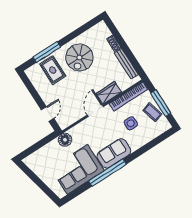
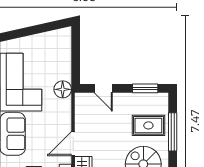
window: (30, 88) -> (145, 88), added
door: (95, 111) -> (73, 144), swing flipped

